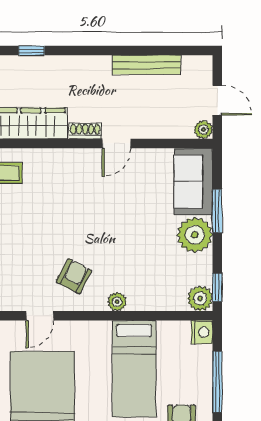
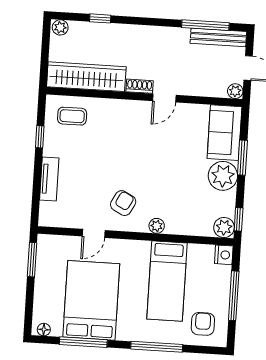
window: (162, 51) -> (205, 25), added
bench: (146, 65) -> (218, 37), moved

